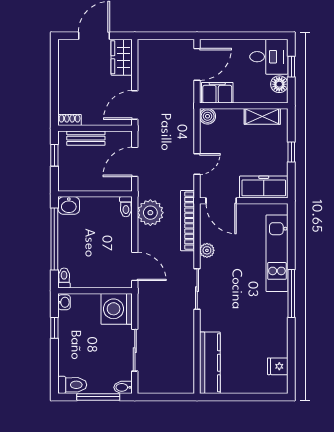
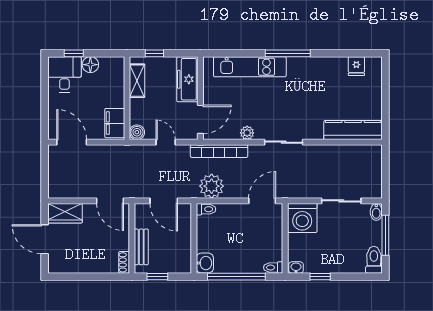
filing cabinet: (217, 93) -> (115, 123), moved
wall: (244, 106) -> (127, 98), moved
boiler: (208, 116) -> (137, 132), moved
shelving: (262, 116) -> (137, 81), moved

